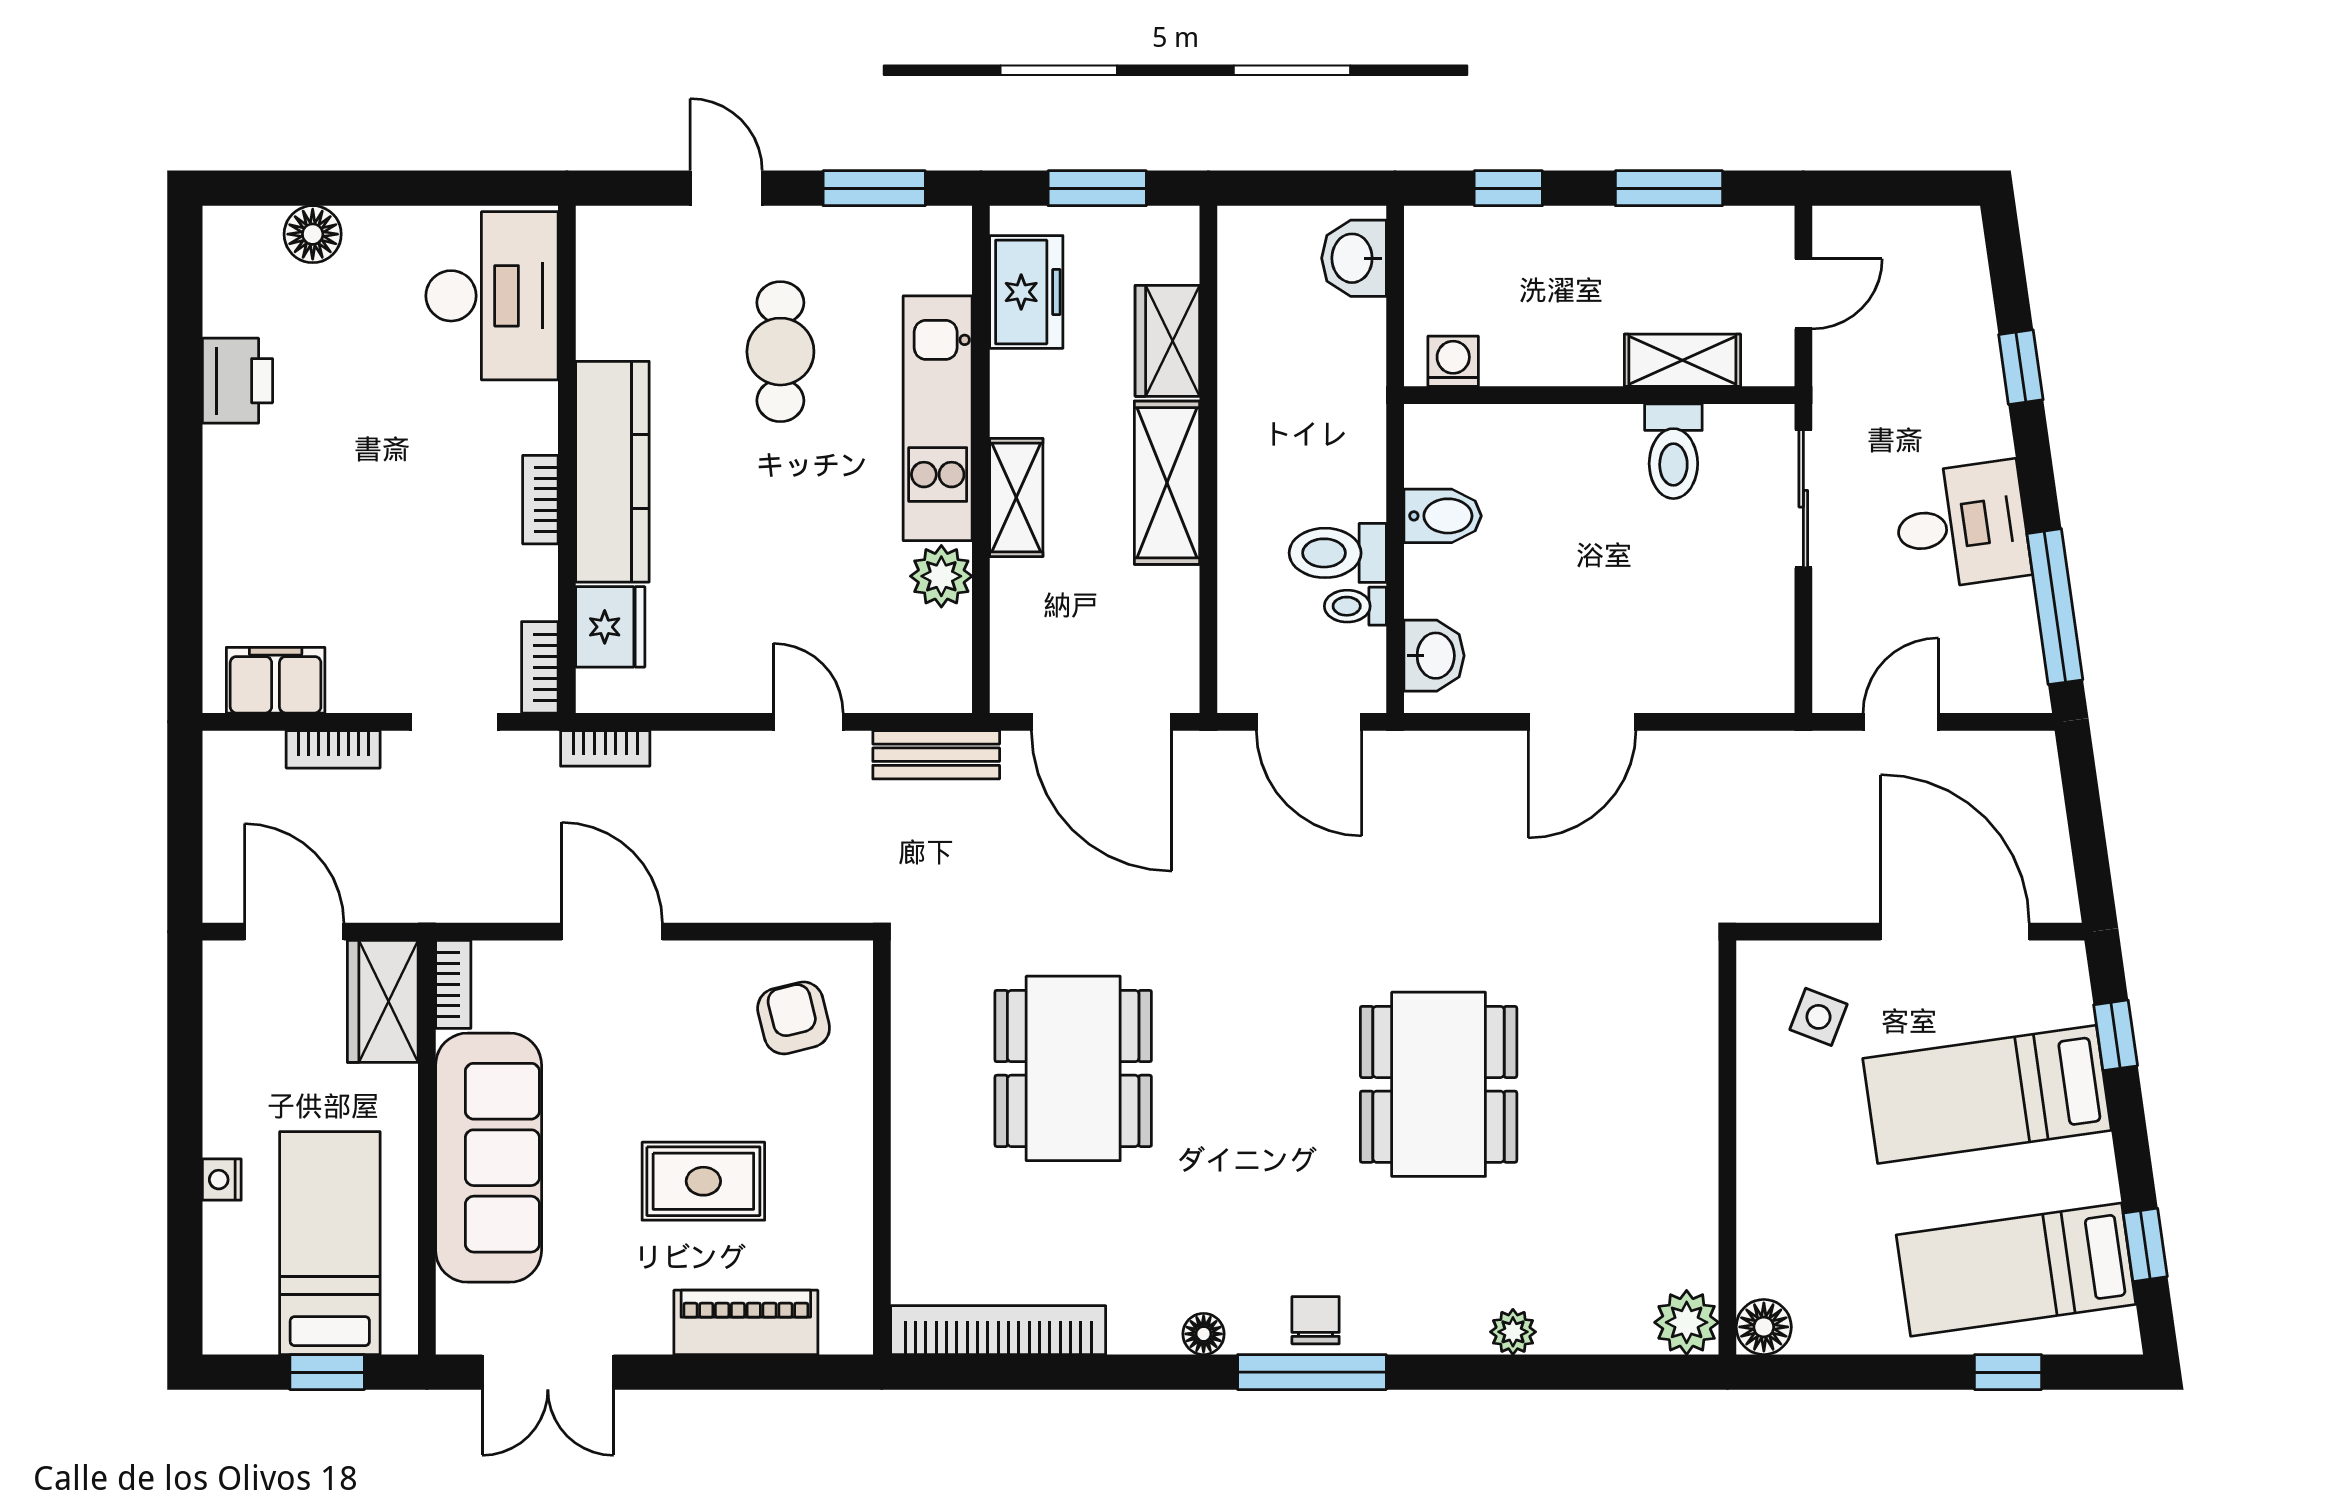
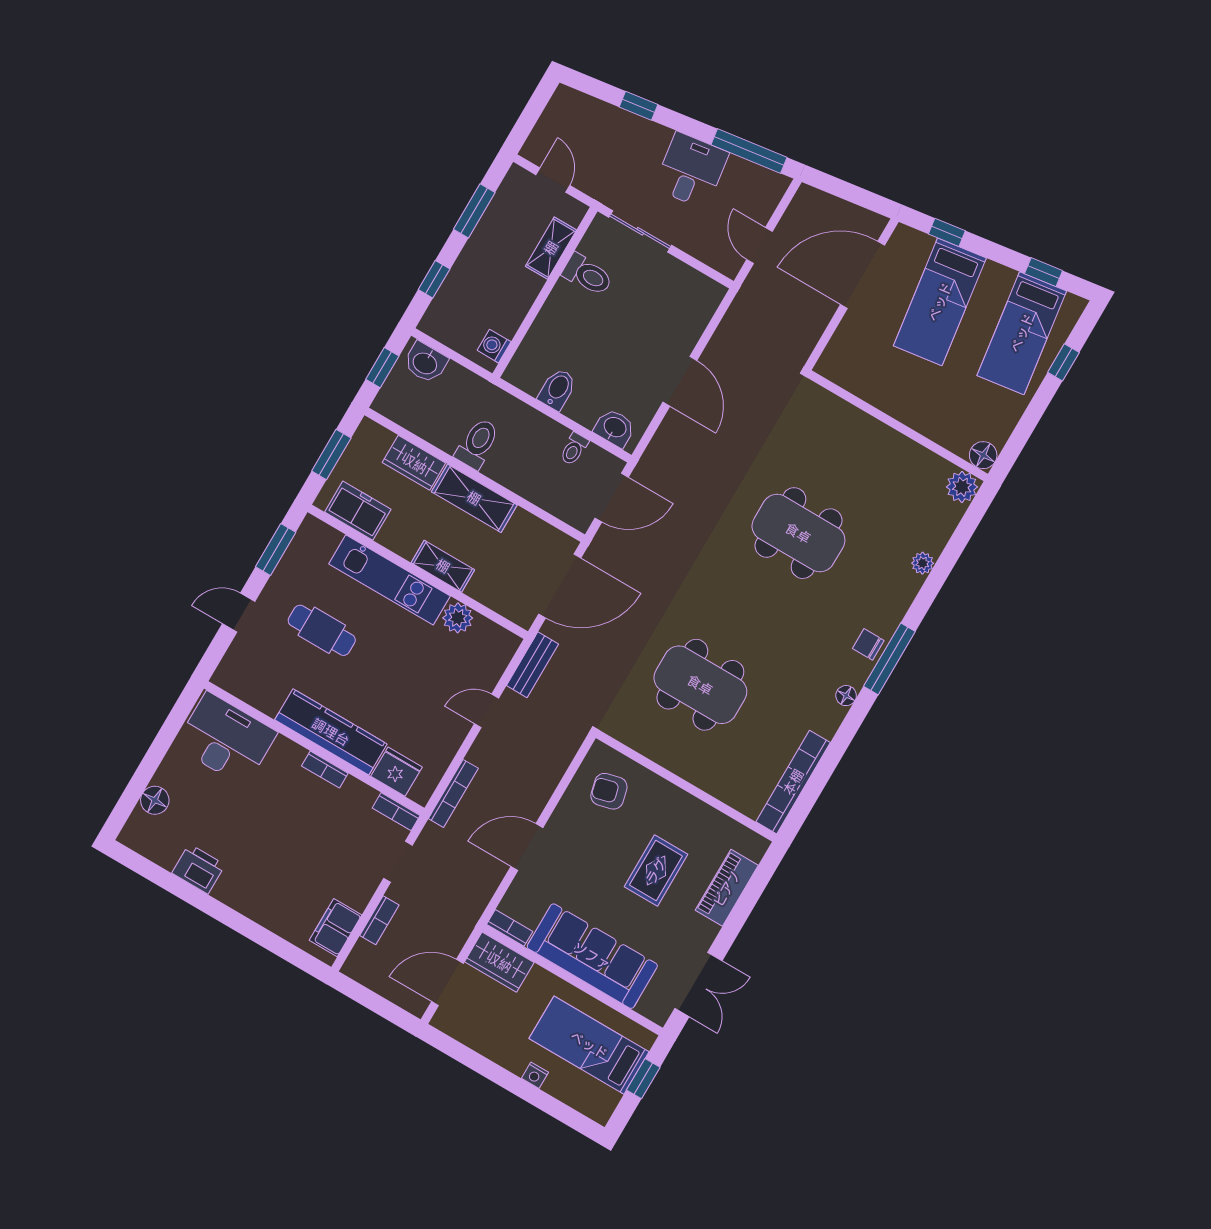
window: (1301, 188) -> (382, 368), added
toilet: (1338, 553) -> (477, 444), moved, turned 180
bookcase: (605, 748) -> (453, 793), width x1.56
side table: (1818, 1017) -> (865, 354), removed

